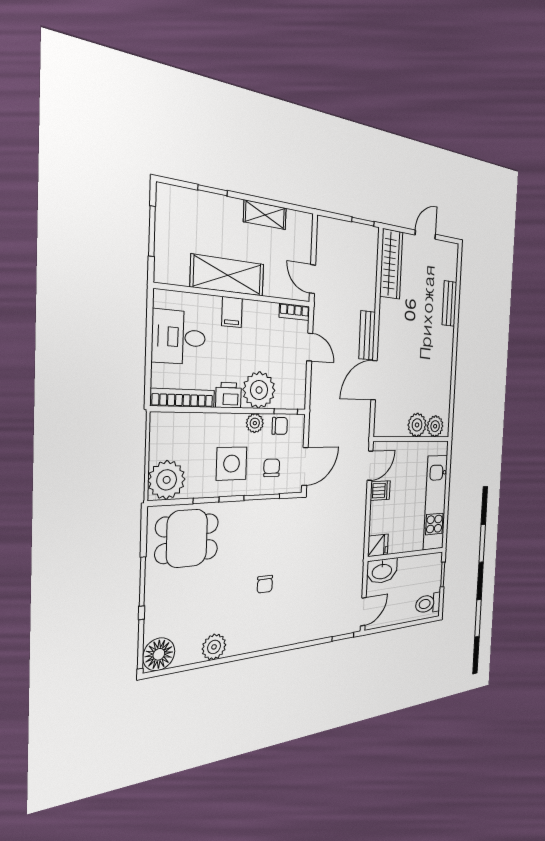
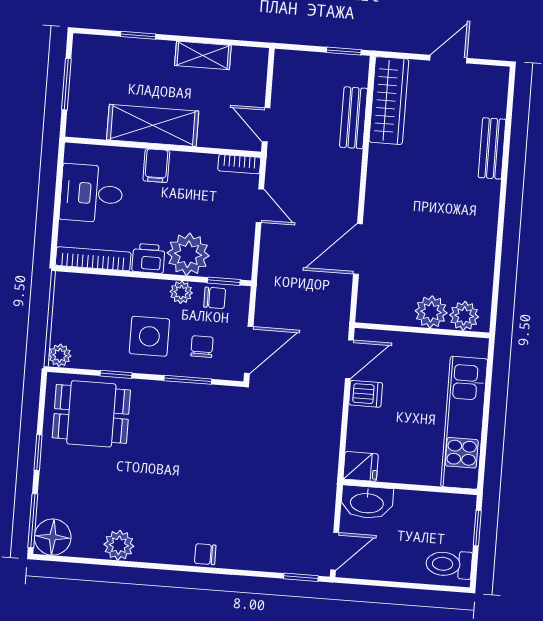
bench: (367, 335) -> (354, 118), moved
plant: (167, 480) -> (60, 355), width x0.53, depth x0.53
window: (142, 582) -> (38, 453), width x0.67
chair: (265, 584) -> (205, 554), moved, turned 90

